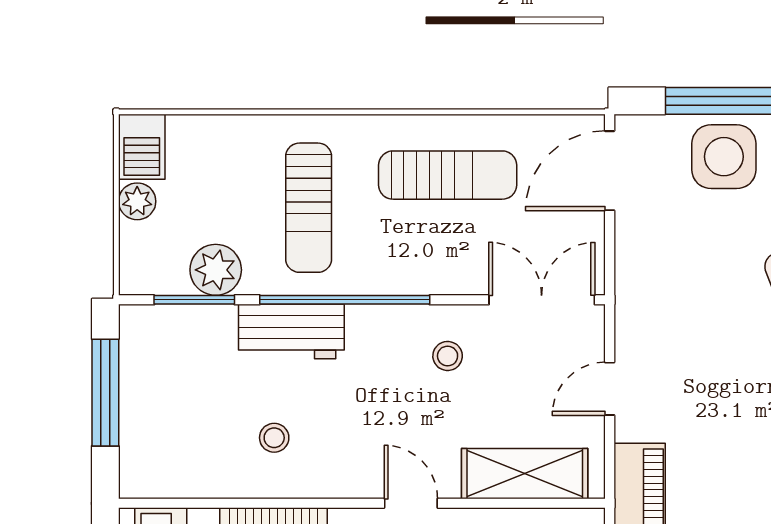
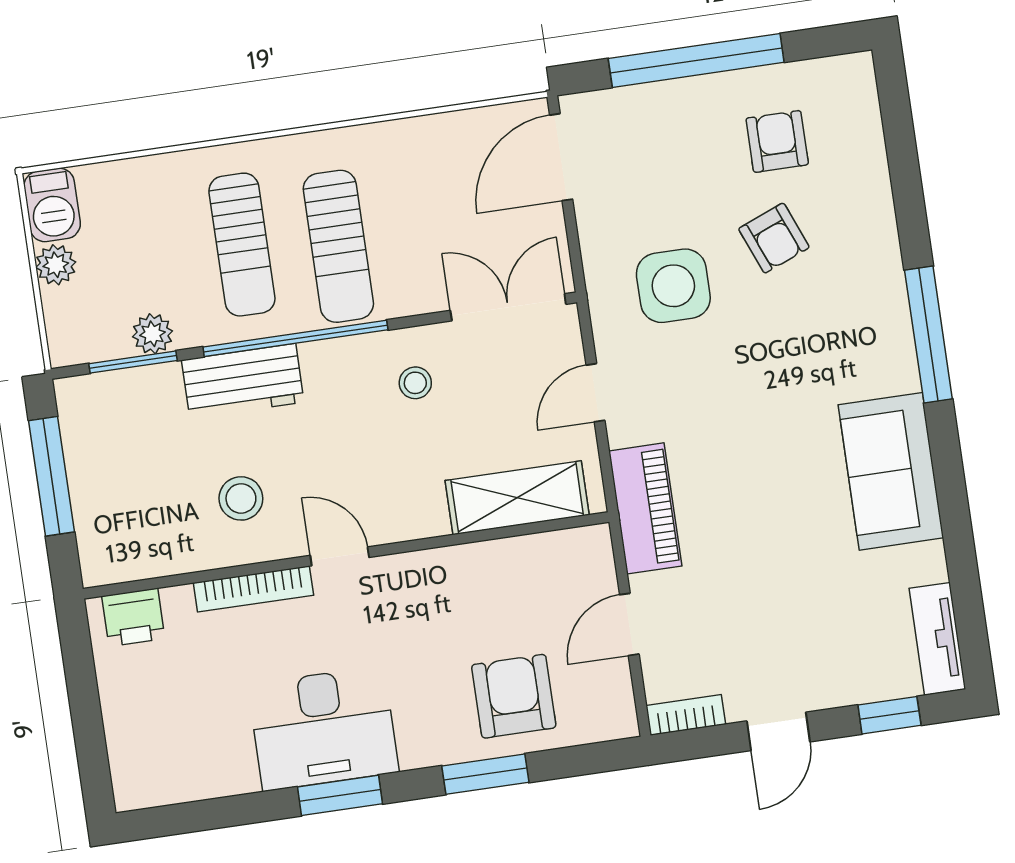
side table: (724, 157) -> (673, 286), moved
sun lounger: (448, 175) -> (338, 246), moved, turned 90
plant: (216, 270) -> (152, 334), width x0.73, depth x0.73
stool: (274, 438) -> (241, 498), width x1.37, depth x1.37
door: (411, 503) -> (340, 556), moved

